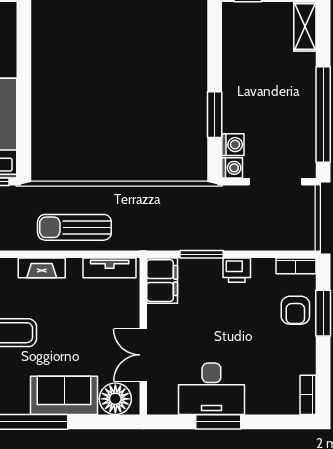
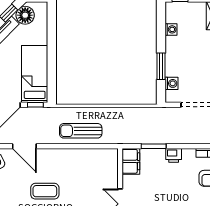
washing machine: (232, 168) -> (171, 29), moved
fireplace: (42, 268) -> (62, 154), removed
tv unit: (110, 268) -> (101, 154), removed

